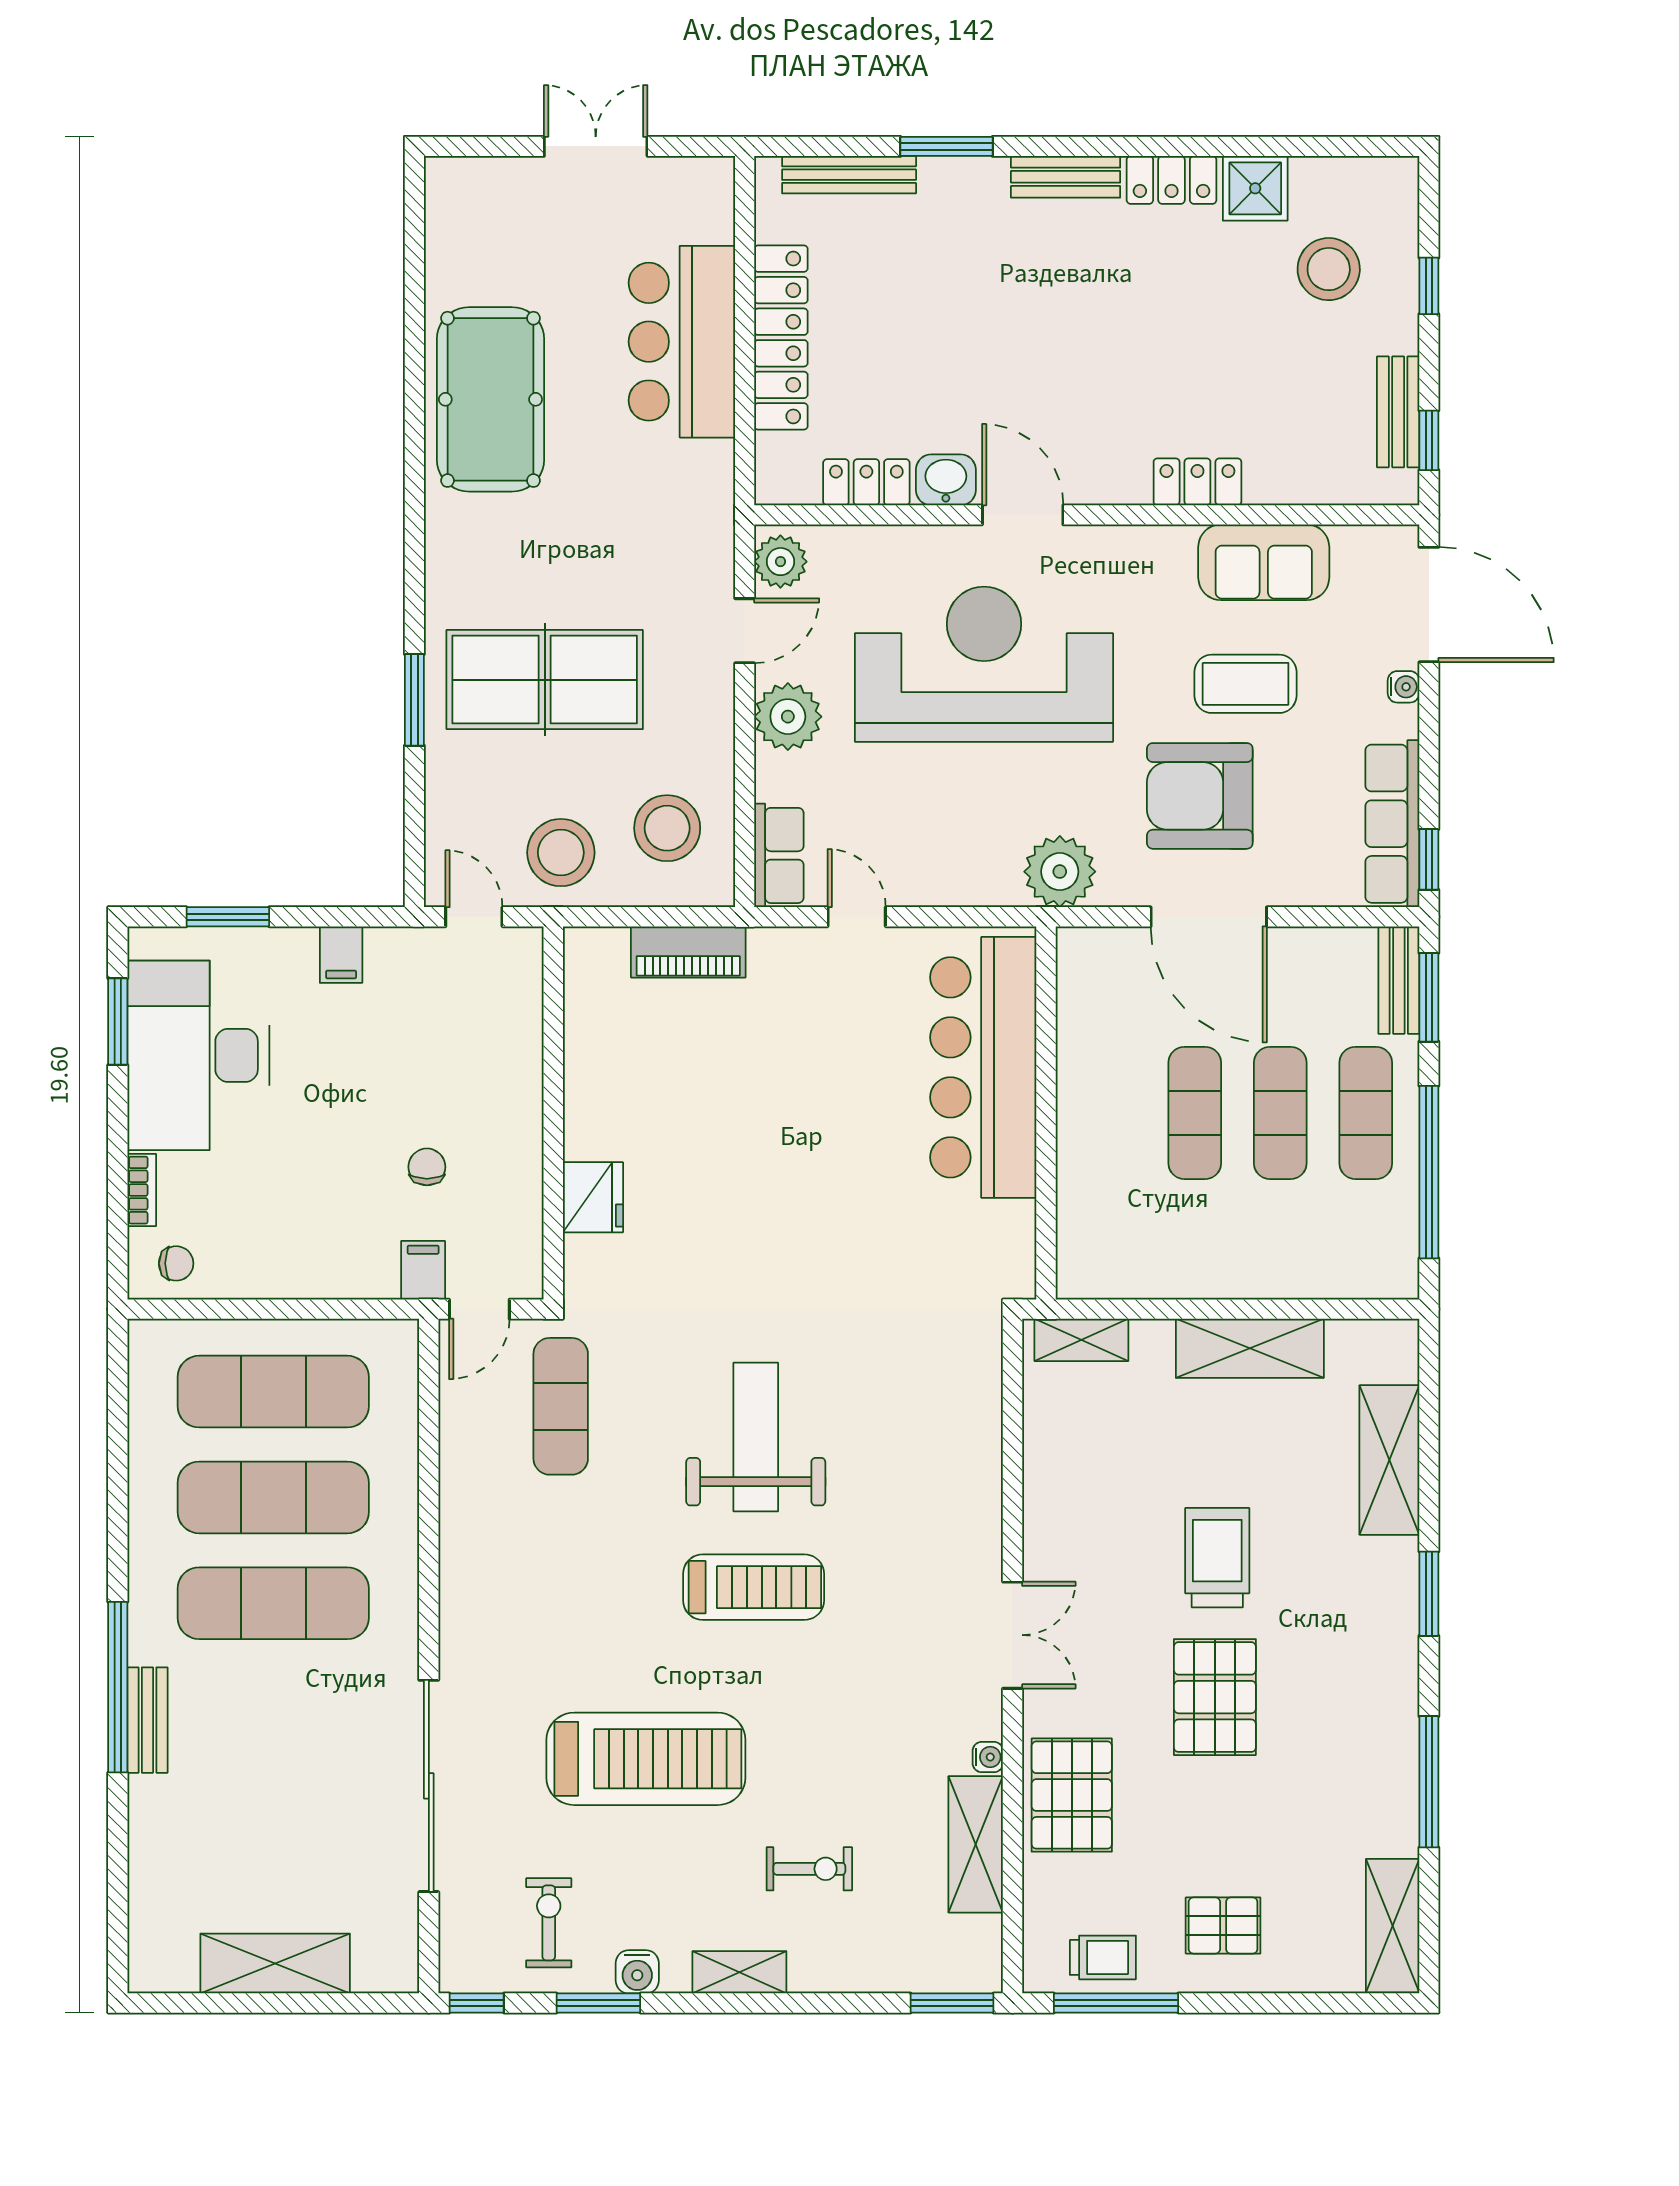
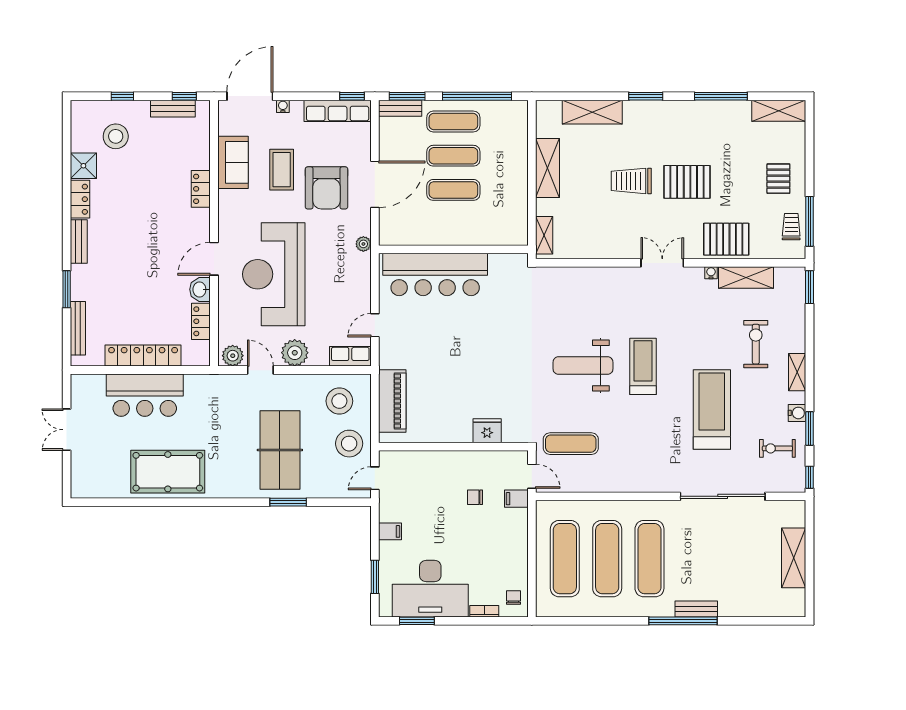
plant: (1060, 872) -> (363, 244), width x0.53, depth x0.53
piano: (688, 952) -> (392, 401), width x1.37, depth x1.33
exercise bike: (809, 1869) -> (756, 344), width x1.38, depth x1.39

